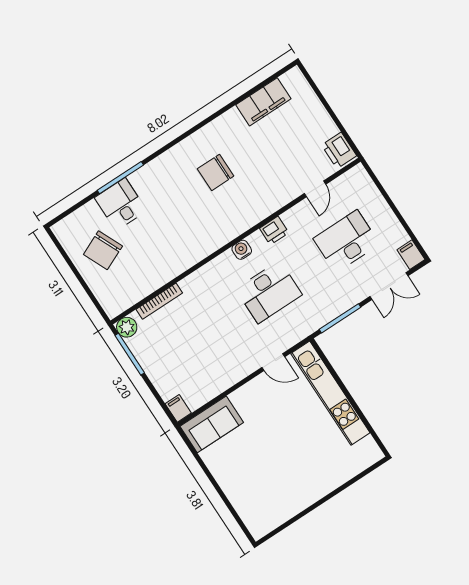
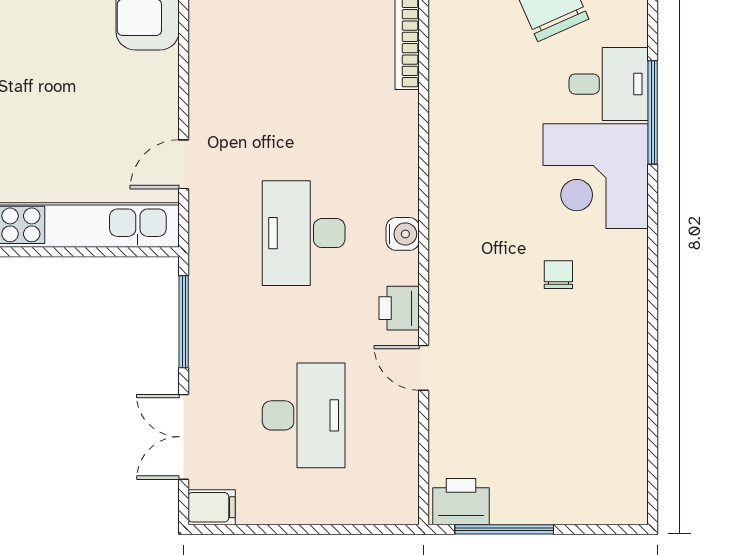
filing cabinet: (263, 102) -> (623, 430), removed
window: (339, 124) -> (504, 529), added
chair: (216, 172) -> (558, 275), width x0.54, depth x0.54
corner desk: (163, 184) -> (596, 176), added
door: (315, 189) -> (424, 368), moved

